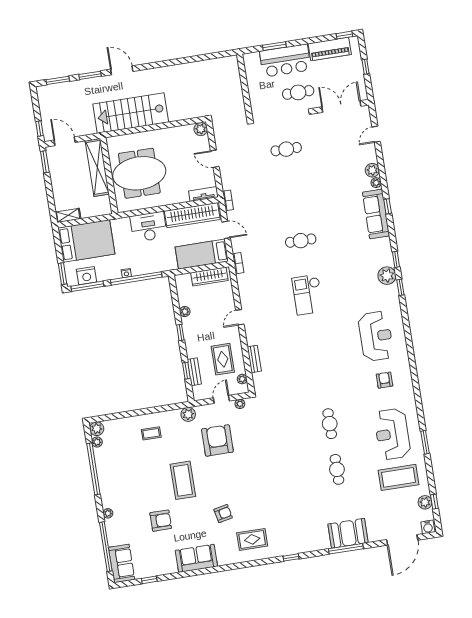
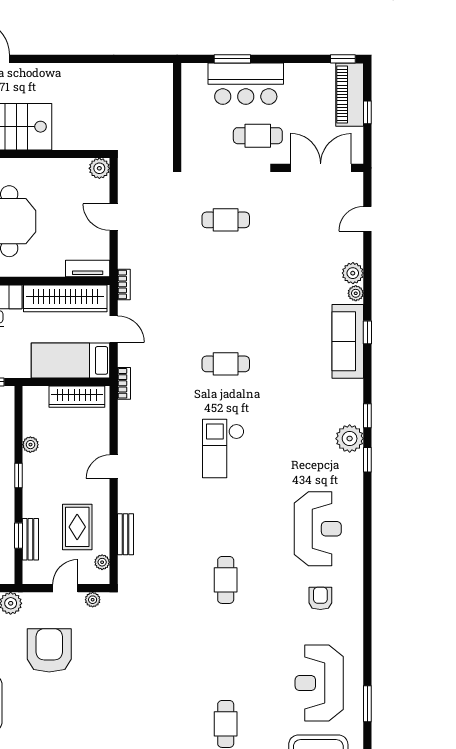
piano: (330, 49) -> (350, 95), moved, turned 90
cafe table: (330, 424) -> (226, 580), moved

